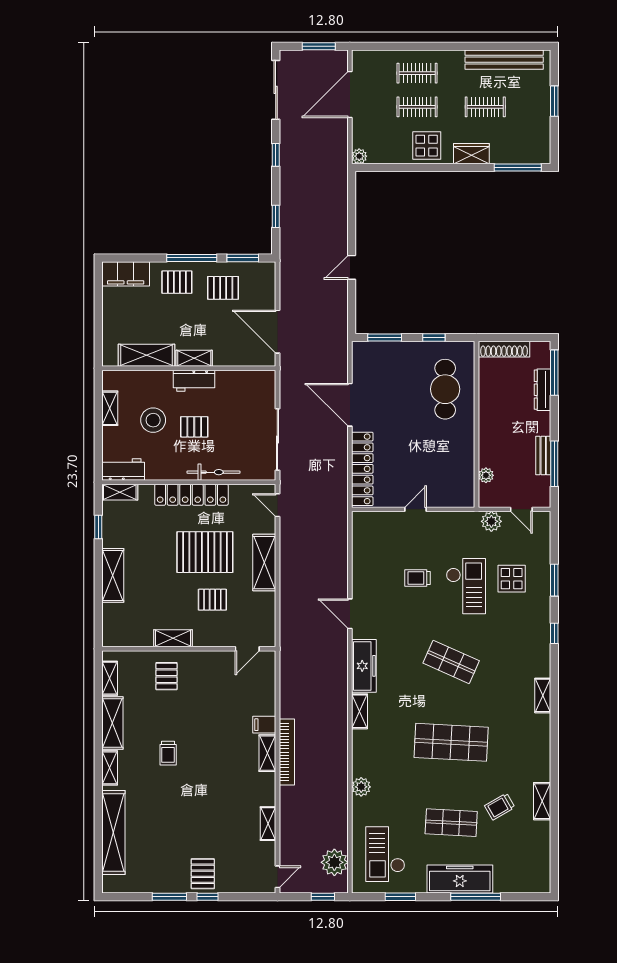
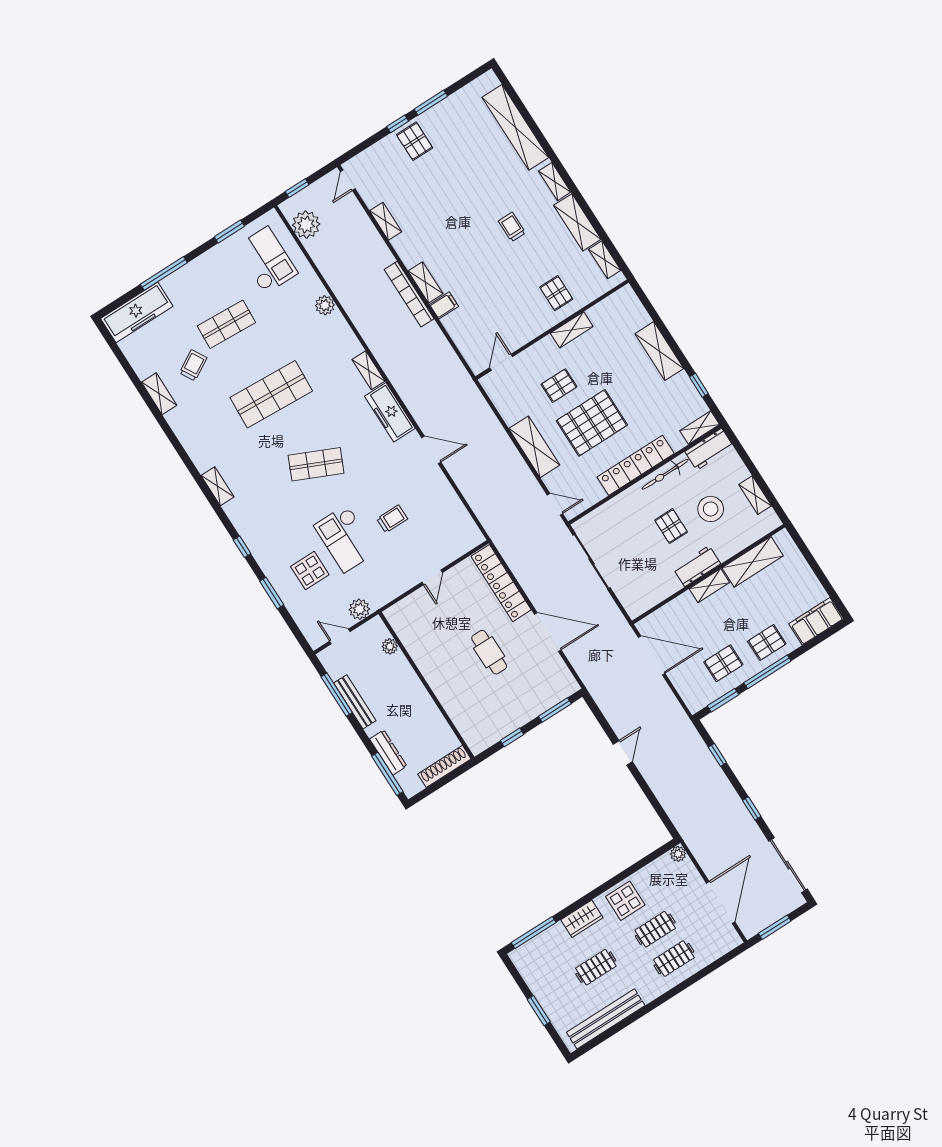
cafe table: (445, 389) -> (489, 652), moved, width x0.73, depth x0.74
pallet: (194, 427) -> (671, 526), turned 90
bench: (543, 455) -> (355, 702), width x1.36
bicycle: (213, 472) -> (665, 474), moved
freezer: (460, 879) -> (137, 312), moved

